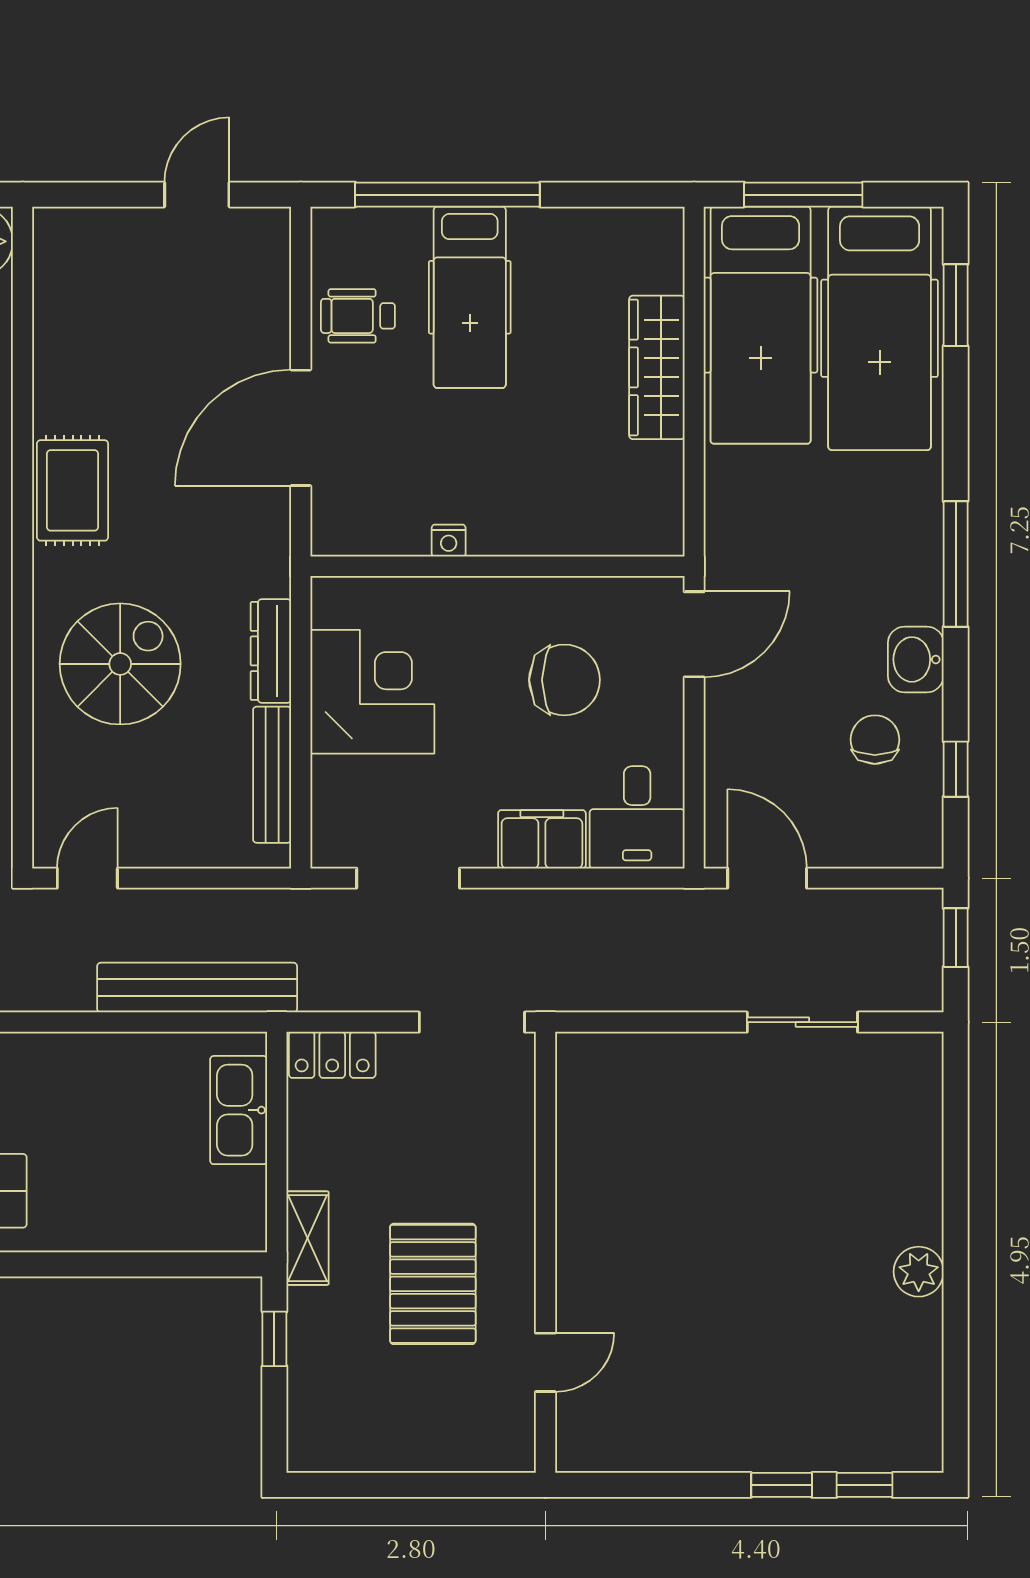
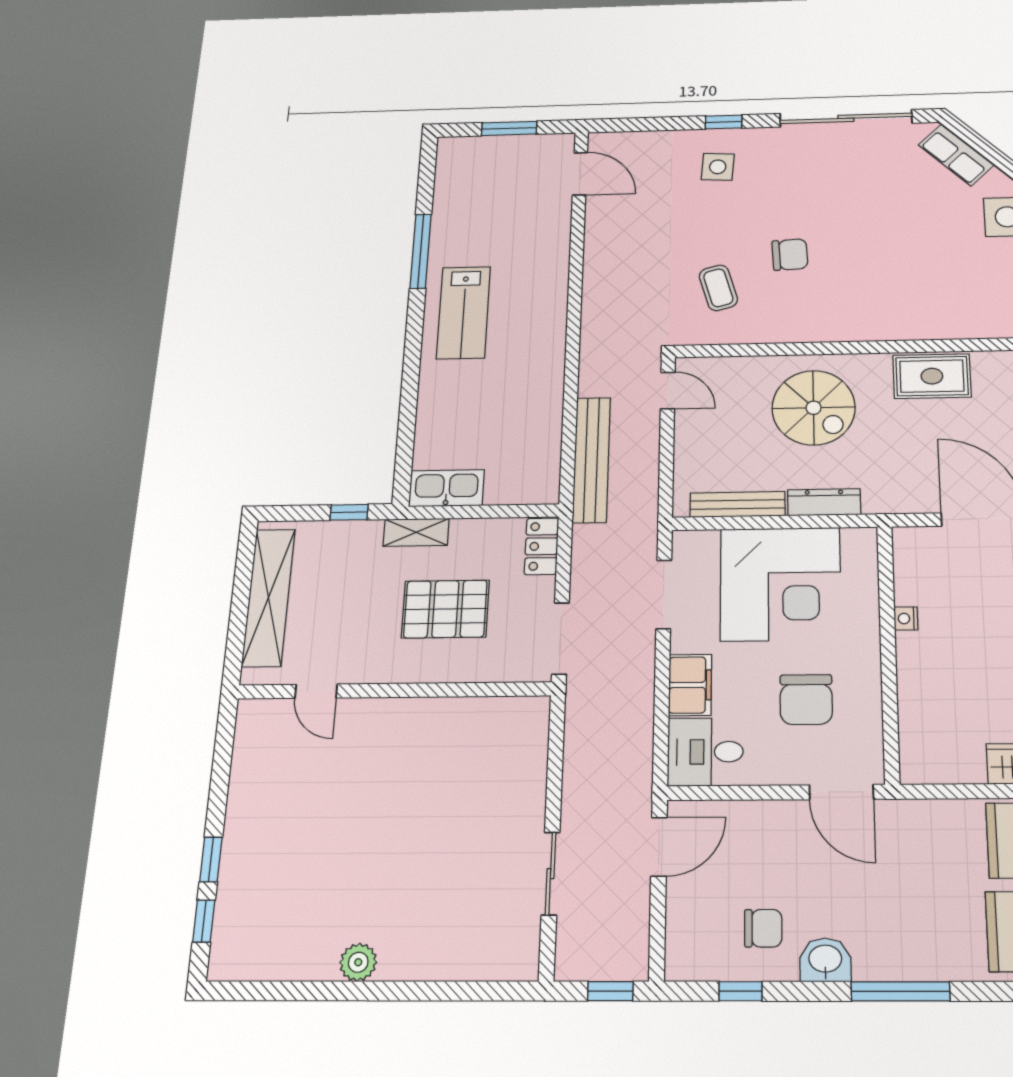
corner desk: (372, 692) -> (780, 584), width x1.36, depth x1.36
kitchen sink: (239, 1110) -> (446, 488), moved
pallet: (433, 1284) -> (445, 609), moved
shelving: (405, 1445) -> (268, 597), added

